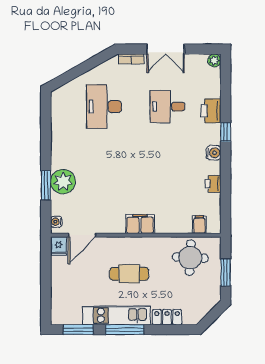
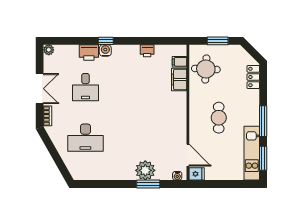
water cooler: (214, 153) -> (105, 50), moved
filing cabinet: (140, 224) -> (179, 79), moved
kitchen unit: (116, 315) -> (252, 153), moved
locker: (167, 317) -> (253, 77), moved

